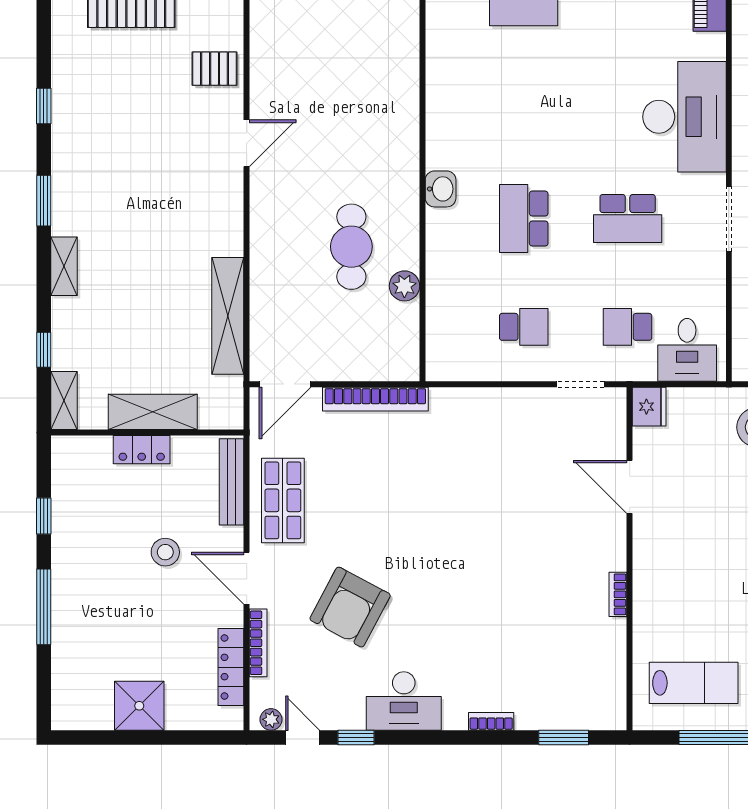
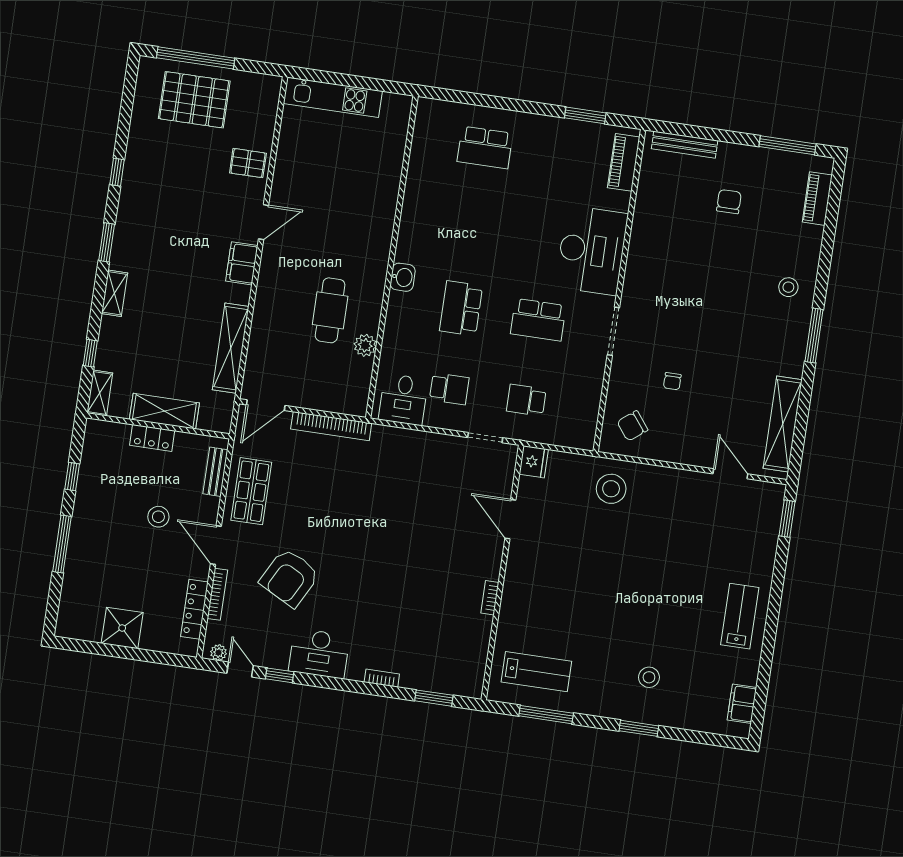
filing cabinet: (226, 202) -> (242, 263), added
desk: (687, 350) -> (403, 399), moved
bench: (232, 482) -> (215, 472), width x0.73

